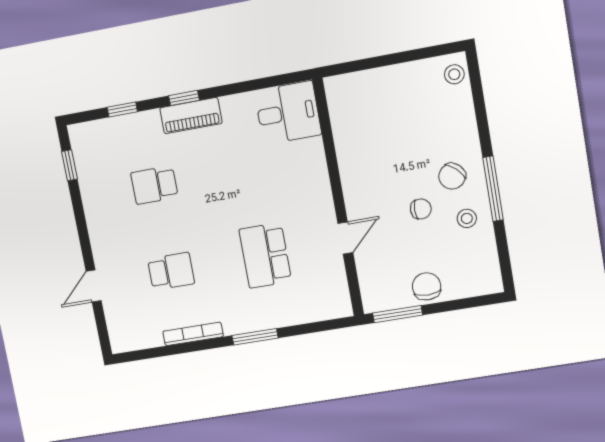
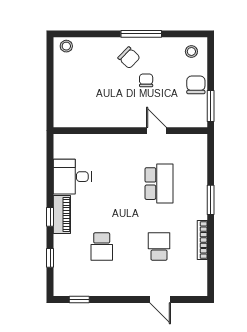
desk: (288, 113) -> (72, 177), moved, turned -90
stool: (467, 218) -> (191, 51), moved
school desk: (265, 255) -> (159, 184), turned -90
chair: (427, 286) -> (196, 85), turned 90

